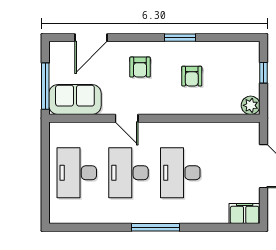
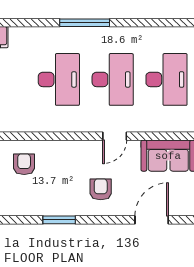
armchair: (192, 76) -> (24, 164), moved
door: (127, 118) -> (115, 136), swing flipped

